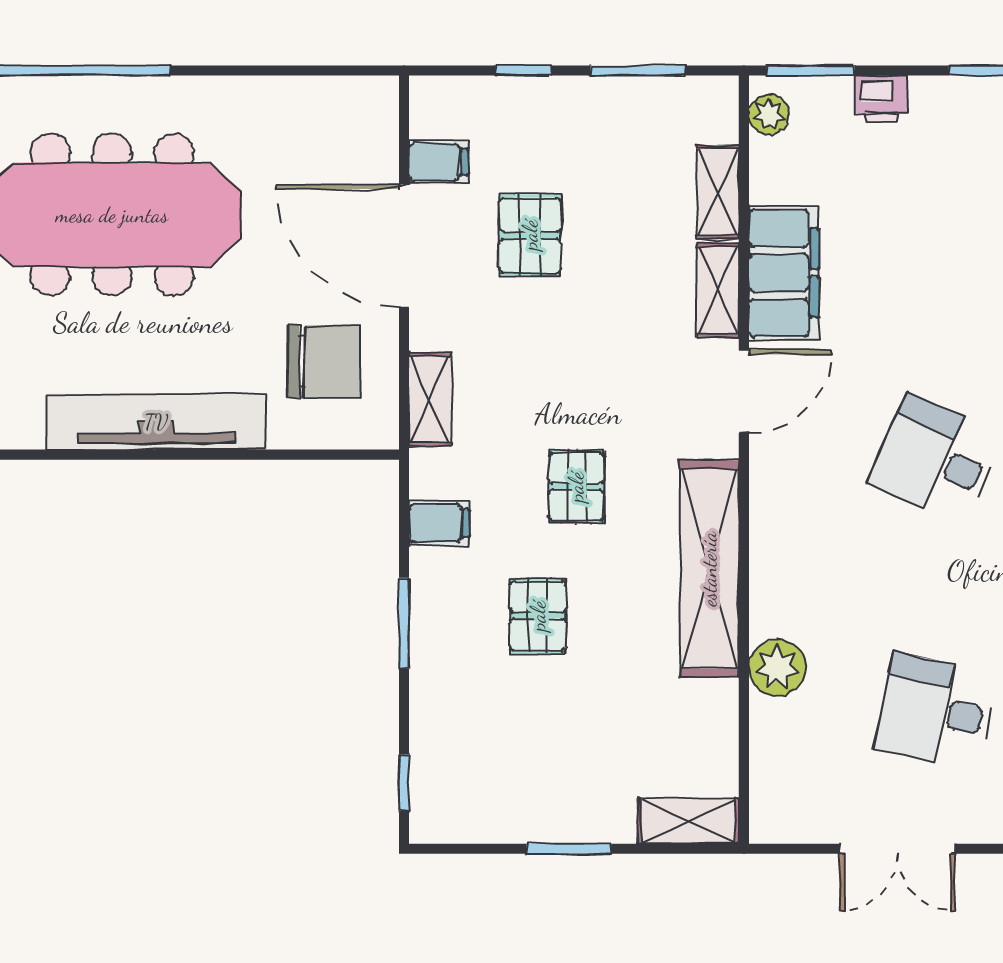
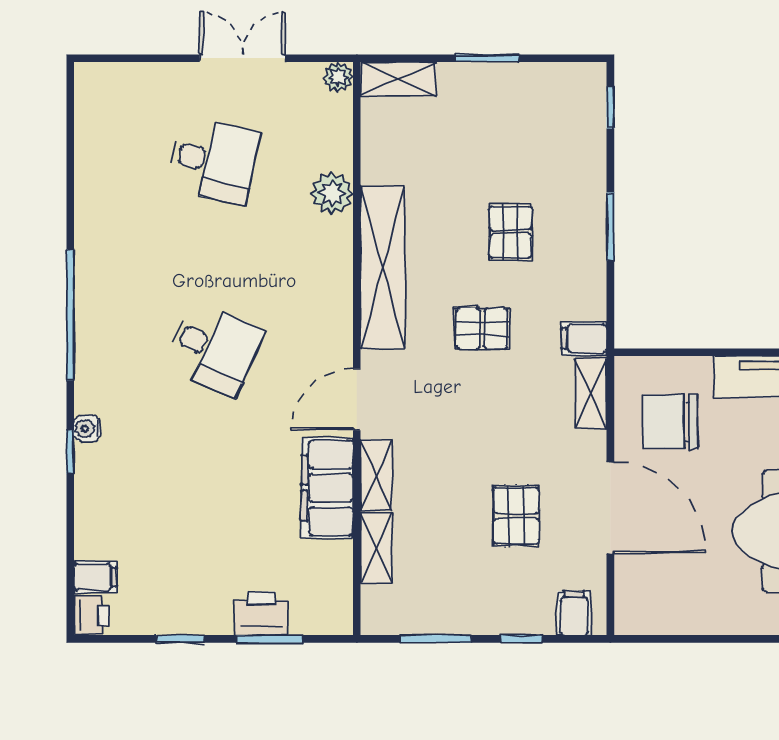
window: (811, 70) -> (270, 639), moved
printer: (881, 99) -> (261, 613), width x1.36, depth x1.24
plant: (769, 115) -> (338, 77), moved
filing cabinet: (438, 162) -> (574, 613), moved, turned 90
pallet: (576, 487) -> (482, 328), turned 90
filing cabinet: (439, 523) -> (584, 338), moved

